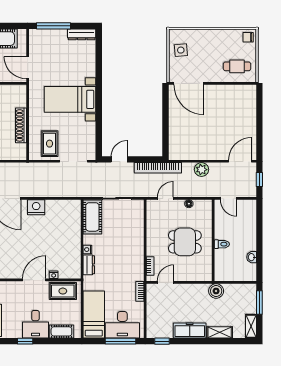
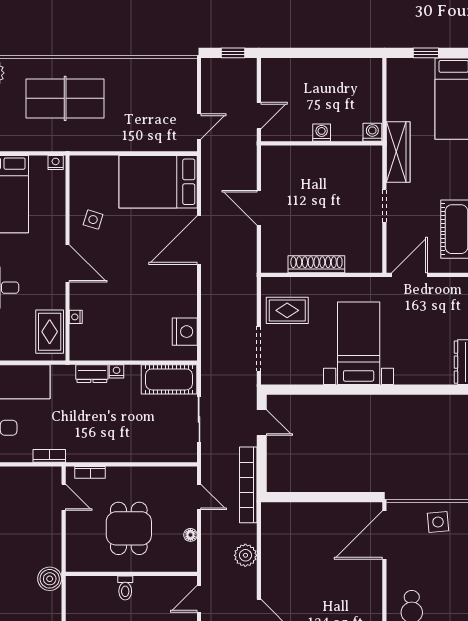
nightstand: (36, 207) -> (185, 332), moved
door: (34, 280) -> (68, 264), moved

